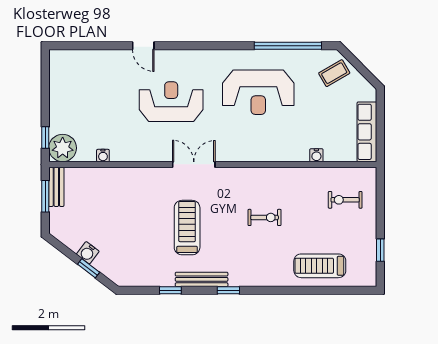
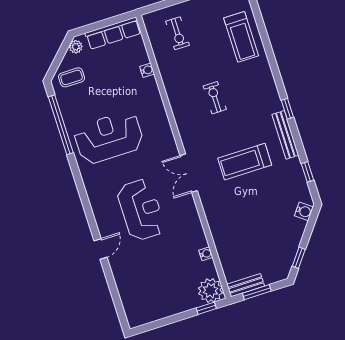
coffee table: (334, 73) -> (72, 77), turned -60
plant: (365, 88) -> (76, 47), added
reception desk: (258, 92) -> (109, 137), turned -90
reception desk: (171, 102) -> (141, 210), turned 180
water cooler: (88, 253) -> (304, 211), moved
window: (89, 268) -> (299, 258), moved
window: (170, 290) -> (308, 172), moved

